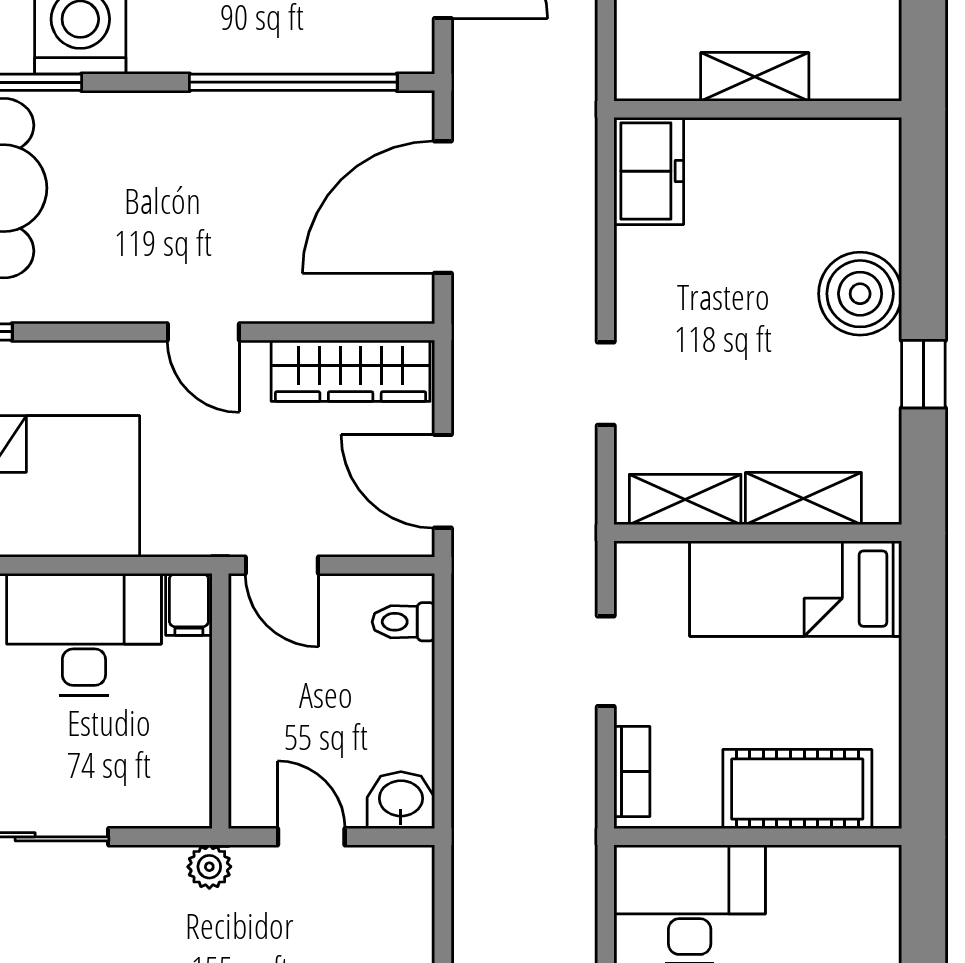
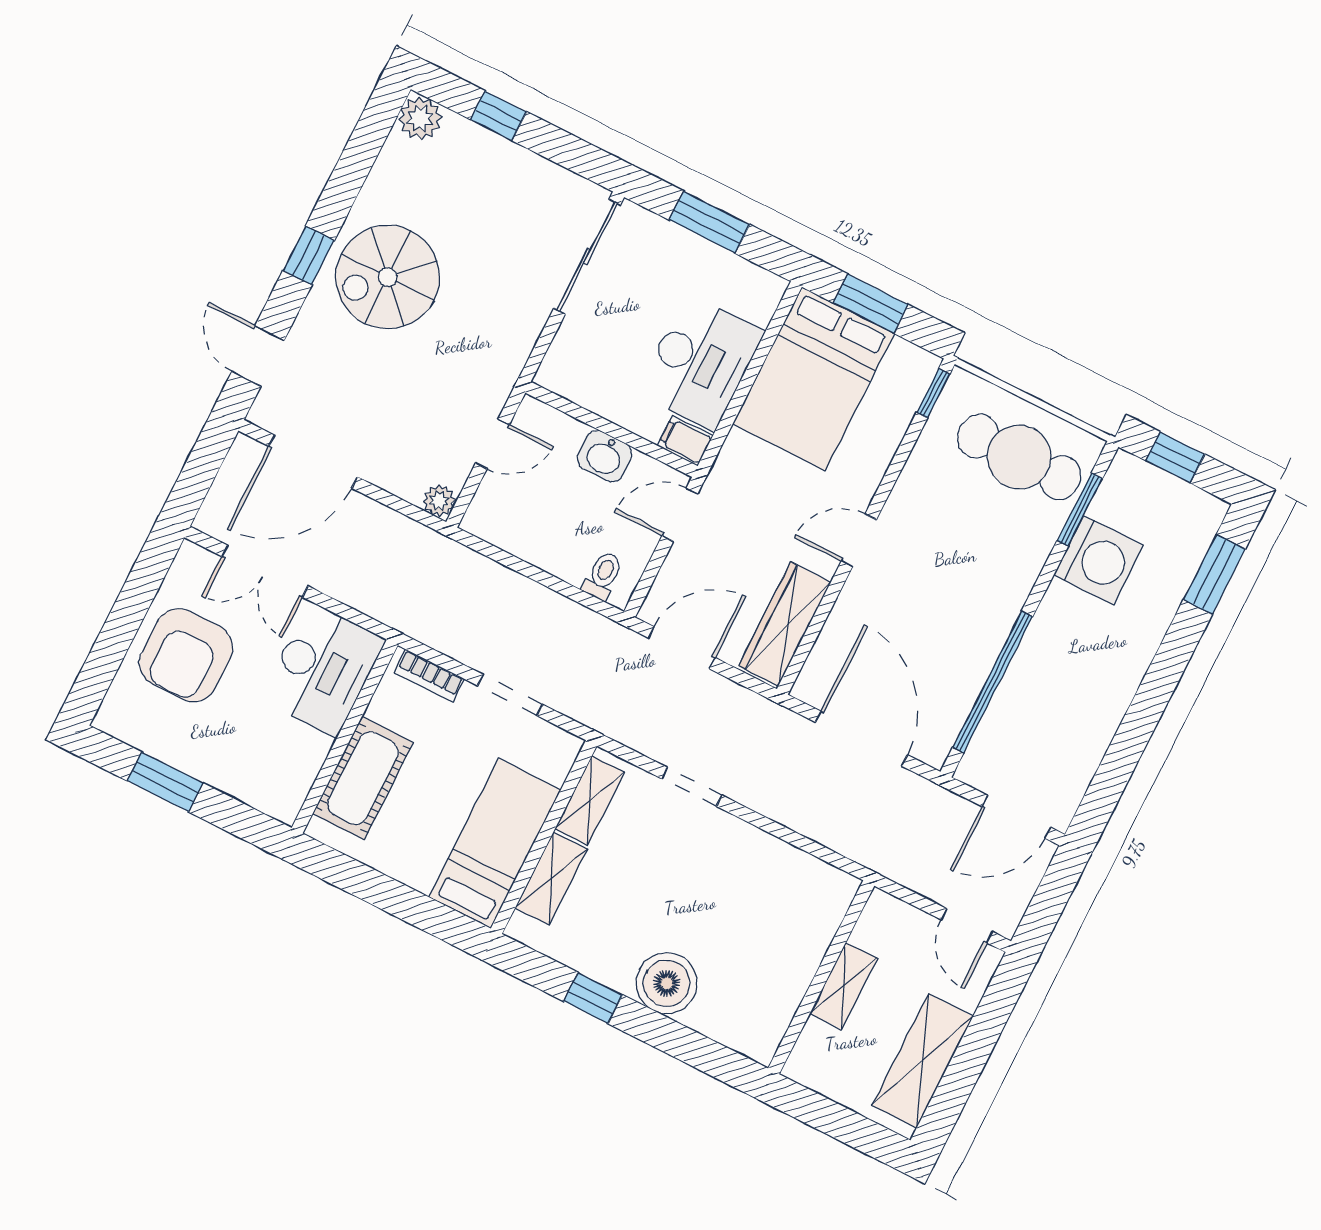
freezer: (649, 171) -> (817, 885), removed
washbasin: (401, 800) -> (605, 456), moved, turned 90
plant: (209, 867) -> (439, 501), moved

